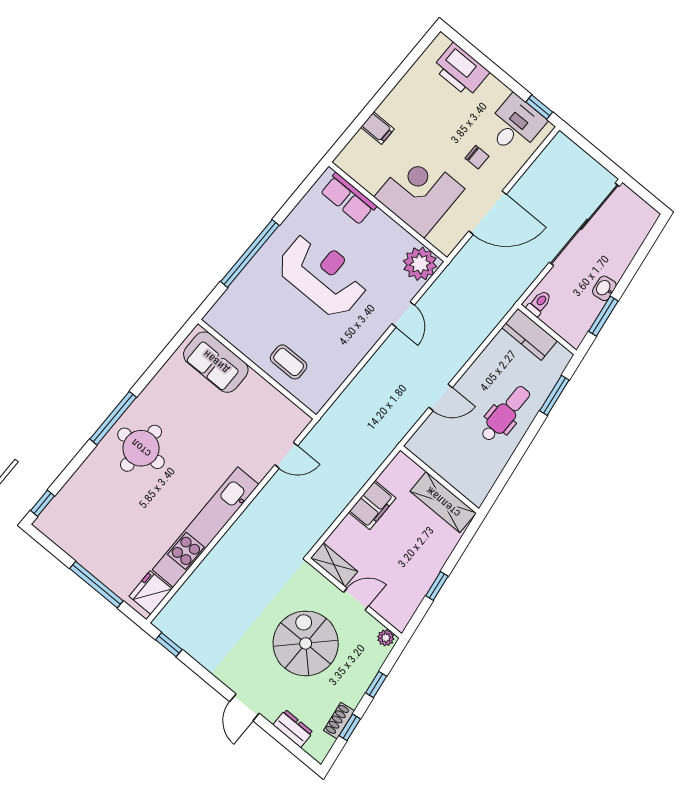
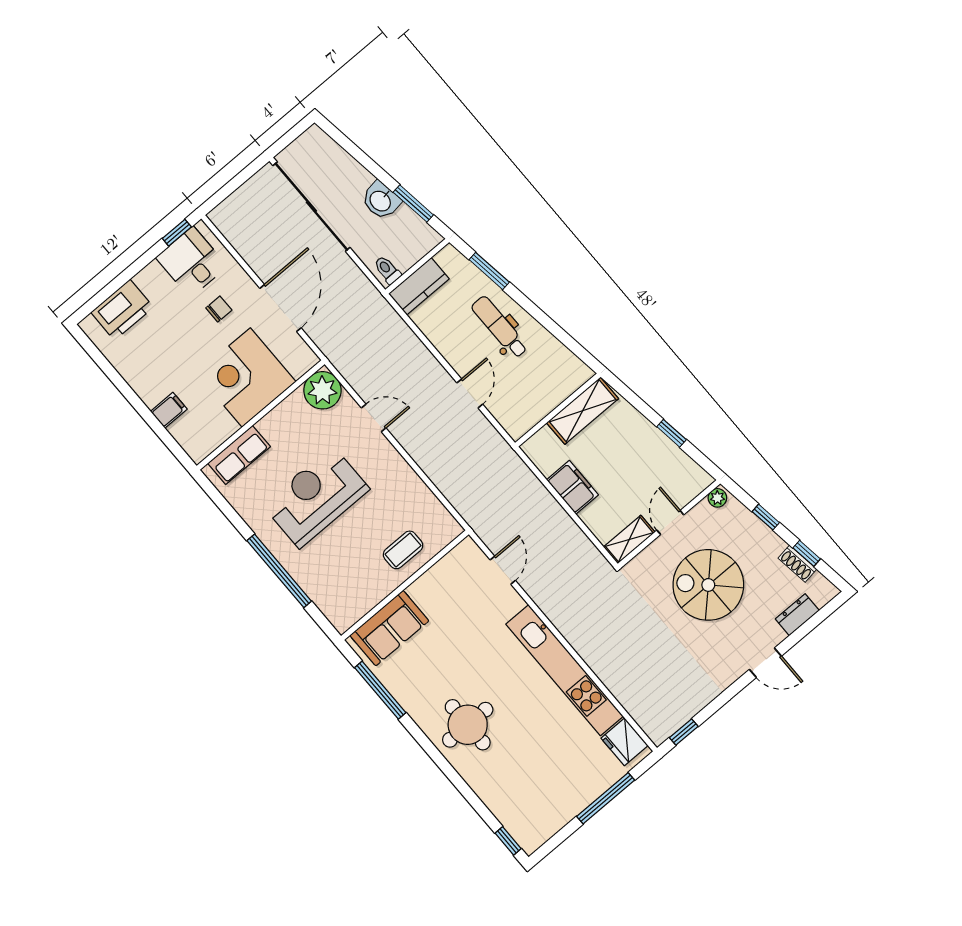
washbasin: (604, 288) -> (381, 200), width x1.38, depth x1.45
window: (113, 418) -> (380, 690), moved

